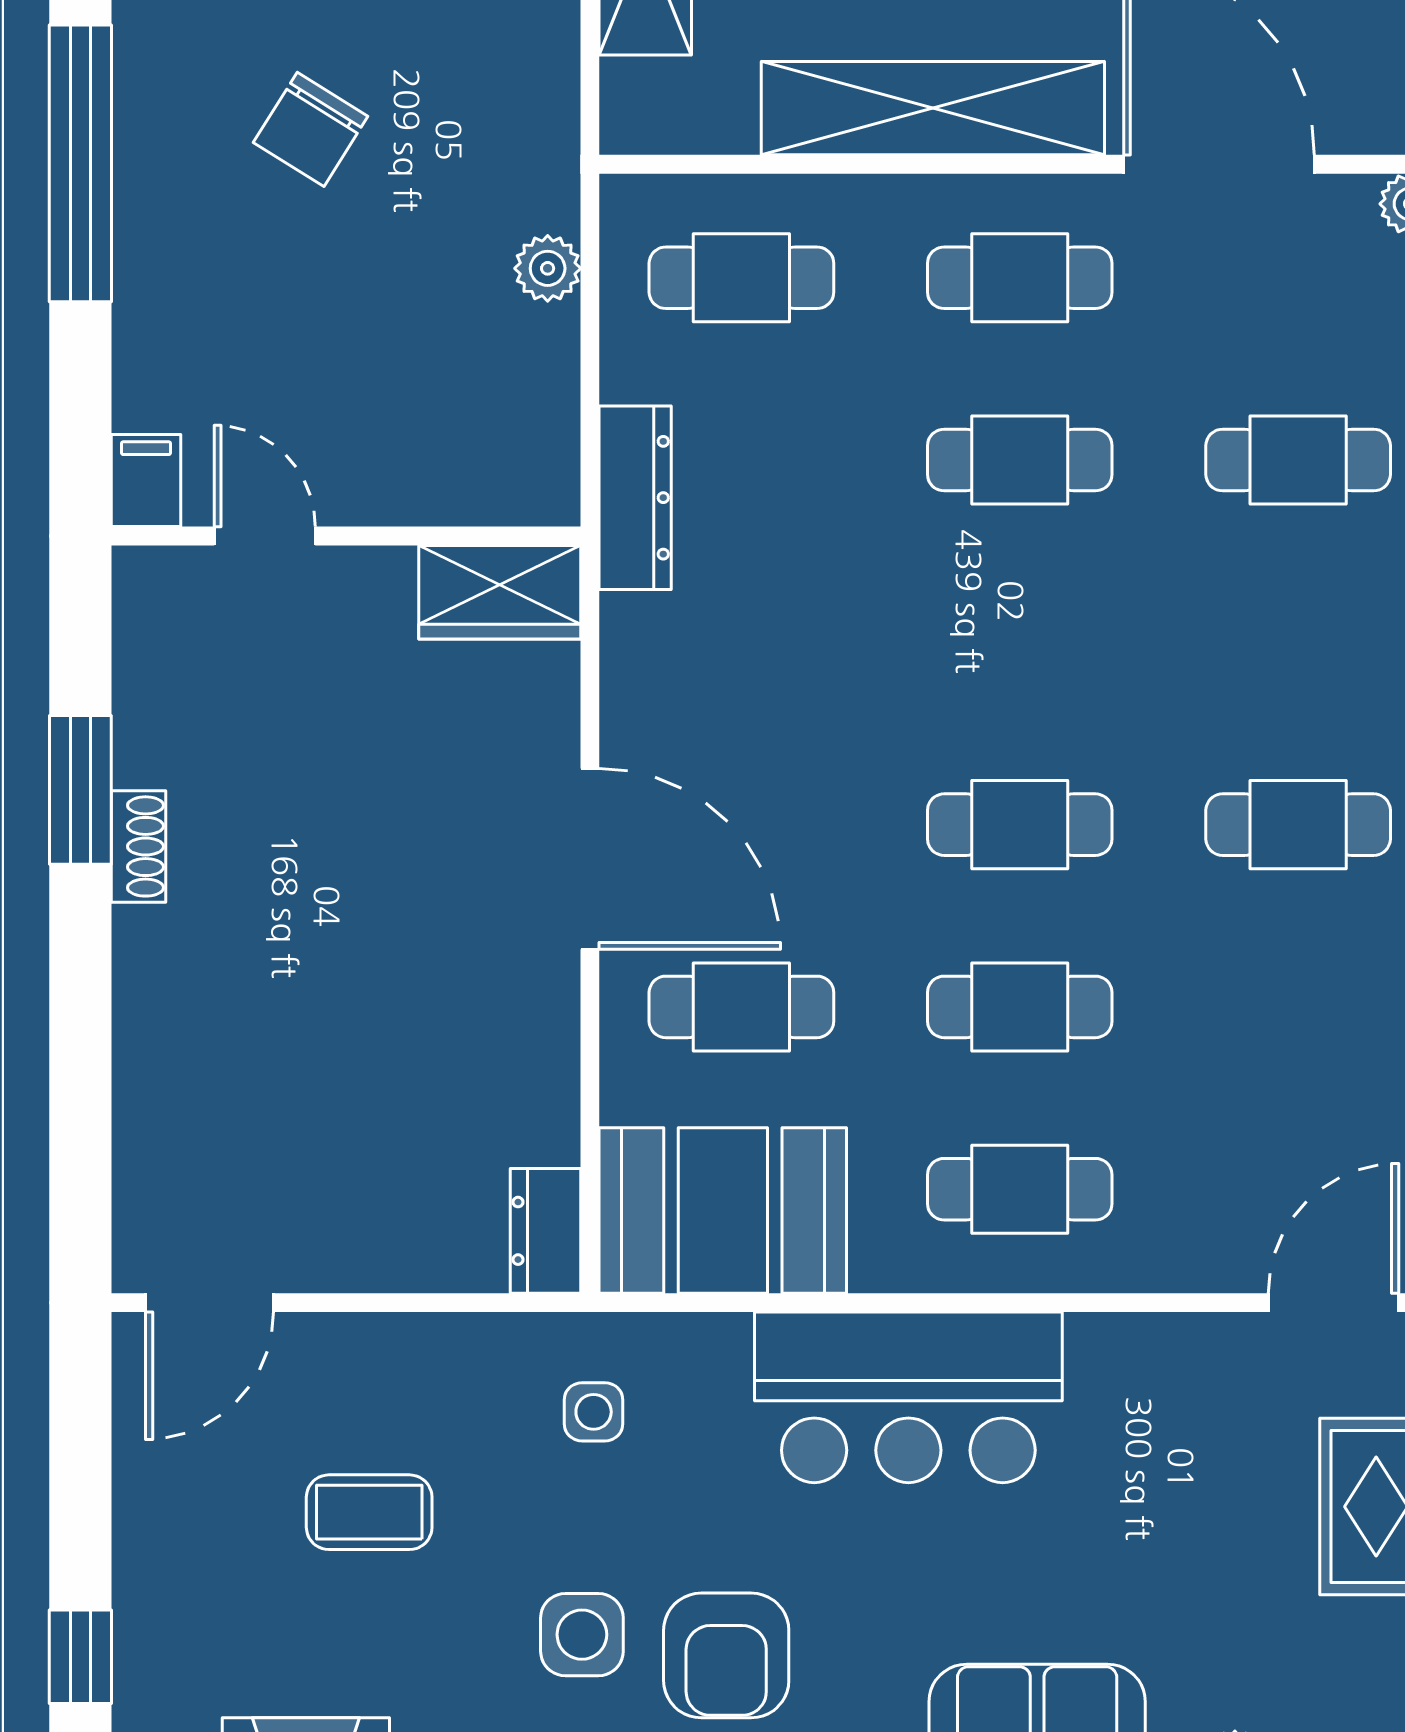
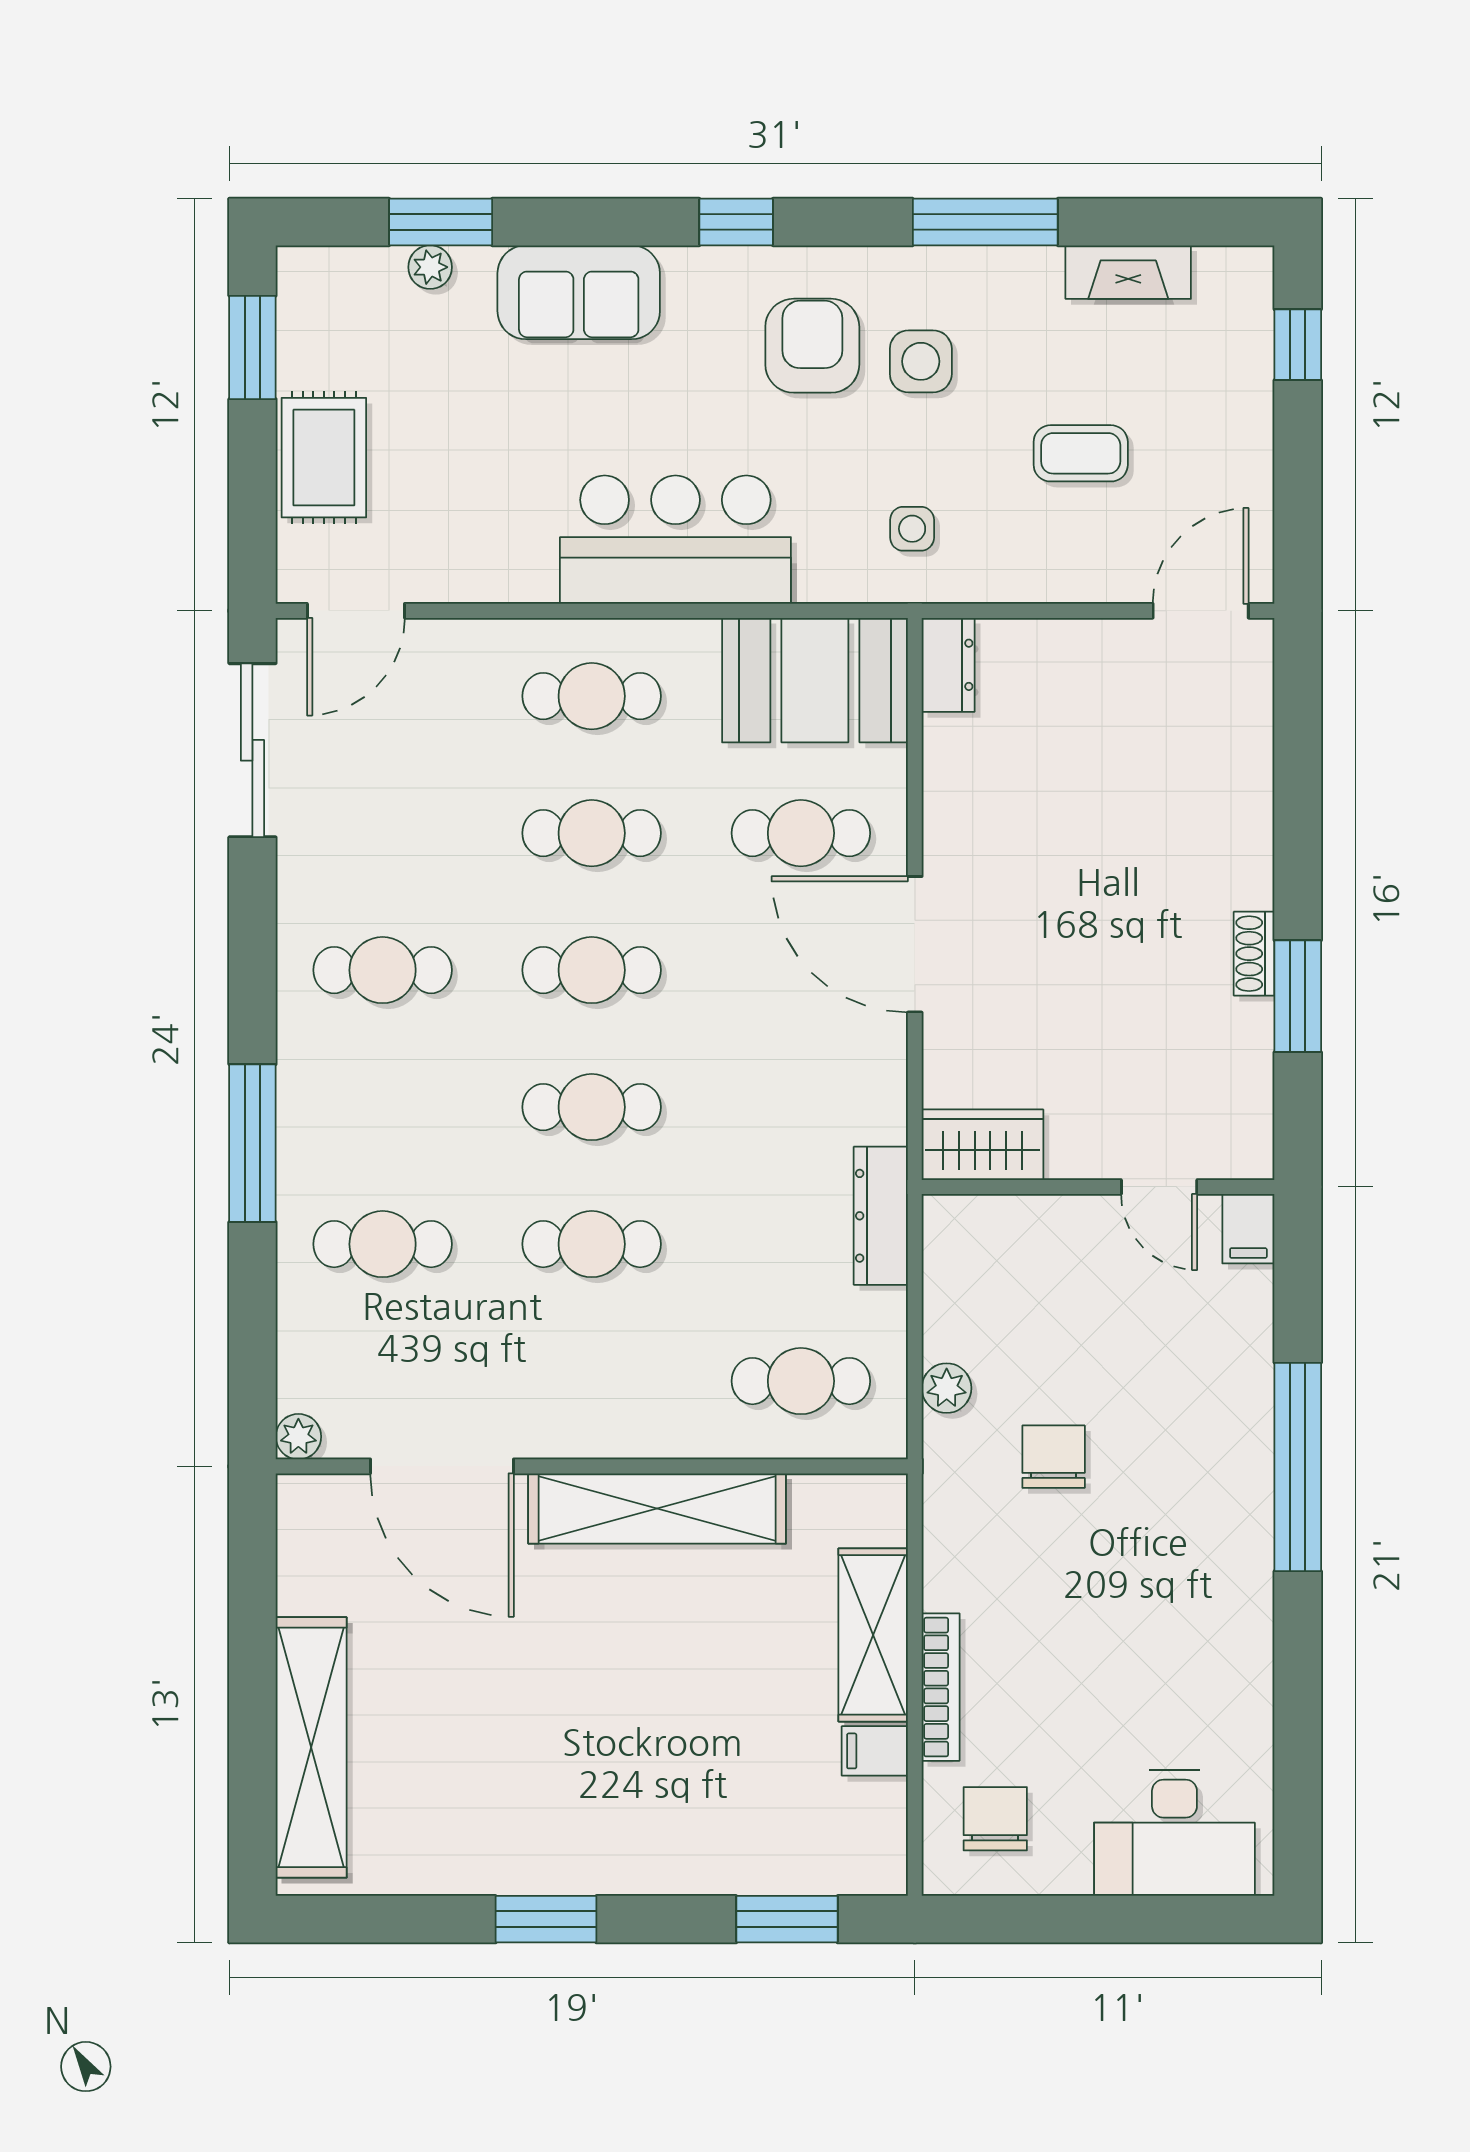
chair: (311, 129) -> (1054, 1457), moved, turned -32
cafe table: (1020, 278) -> (592, 1107), moved

